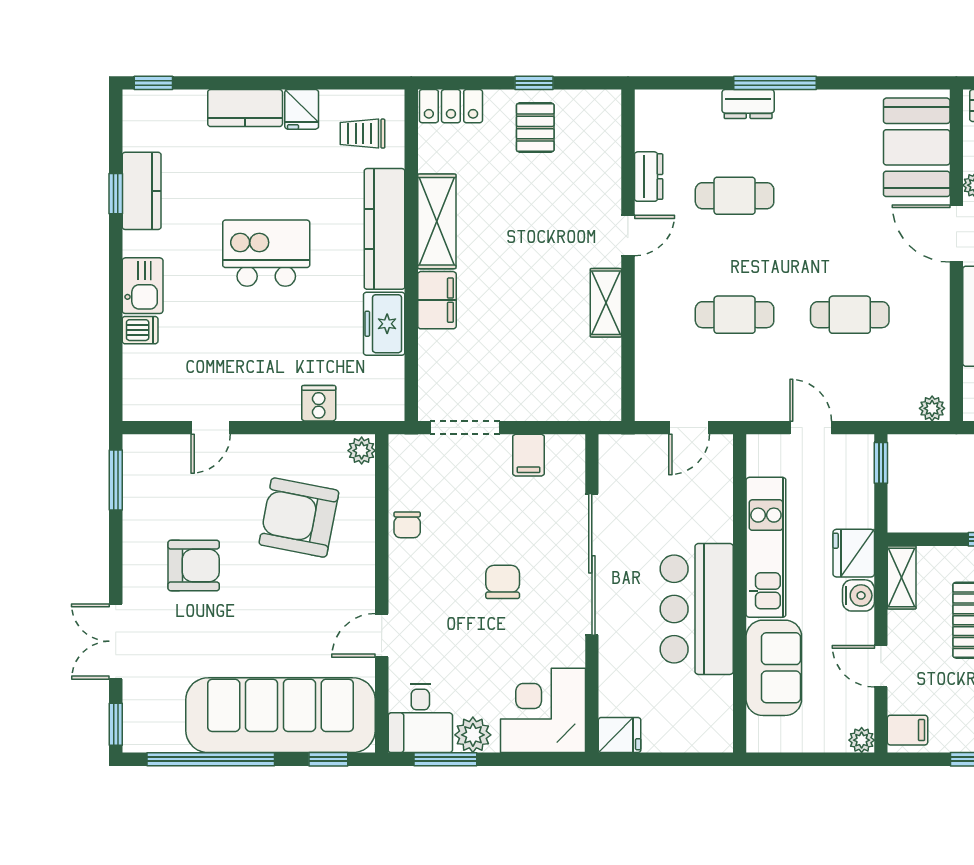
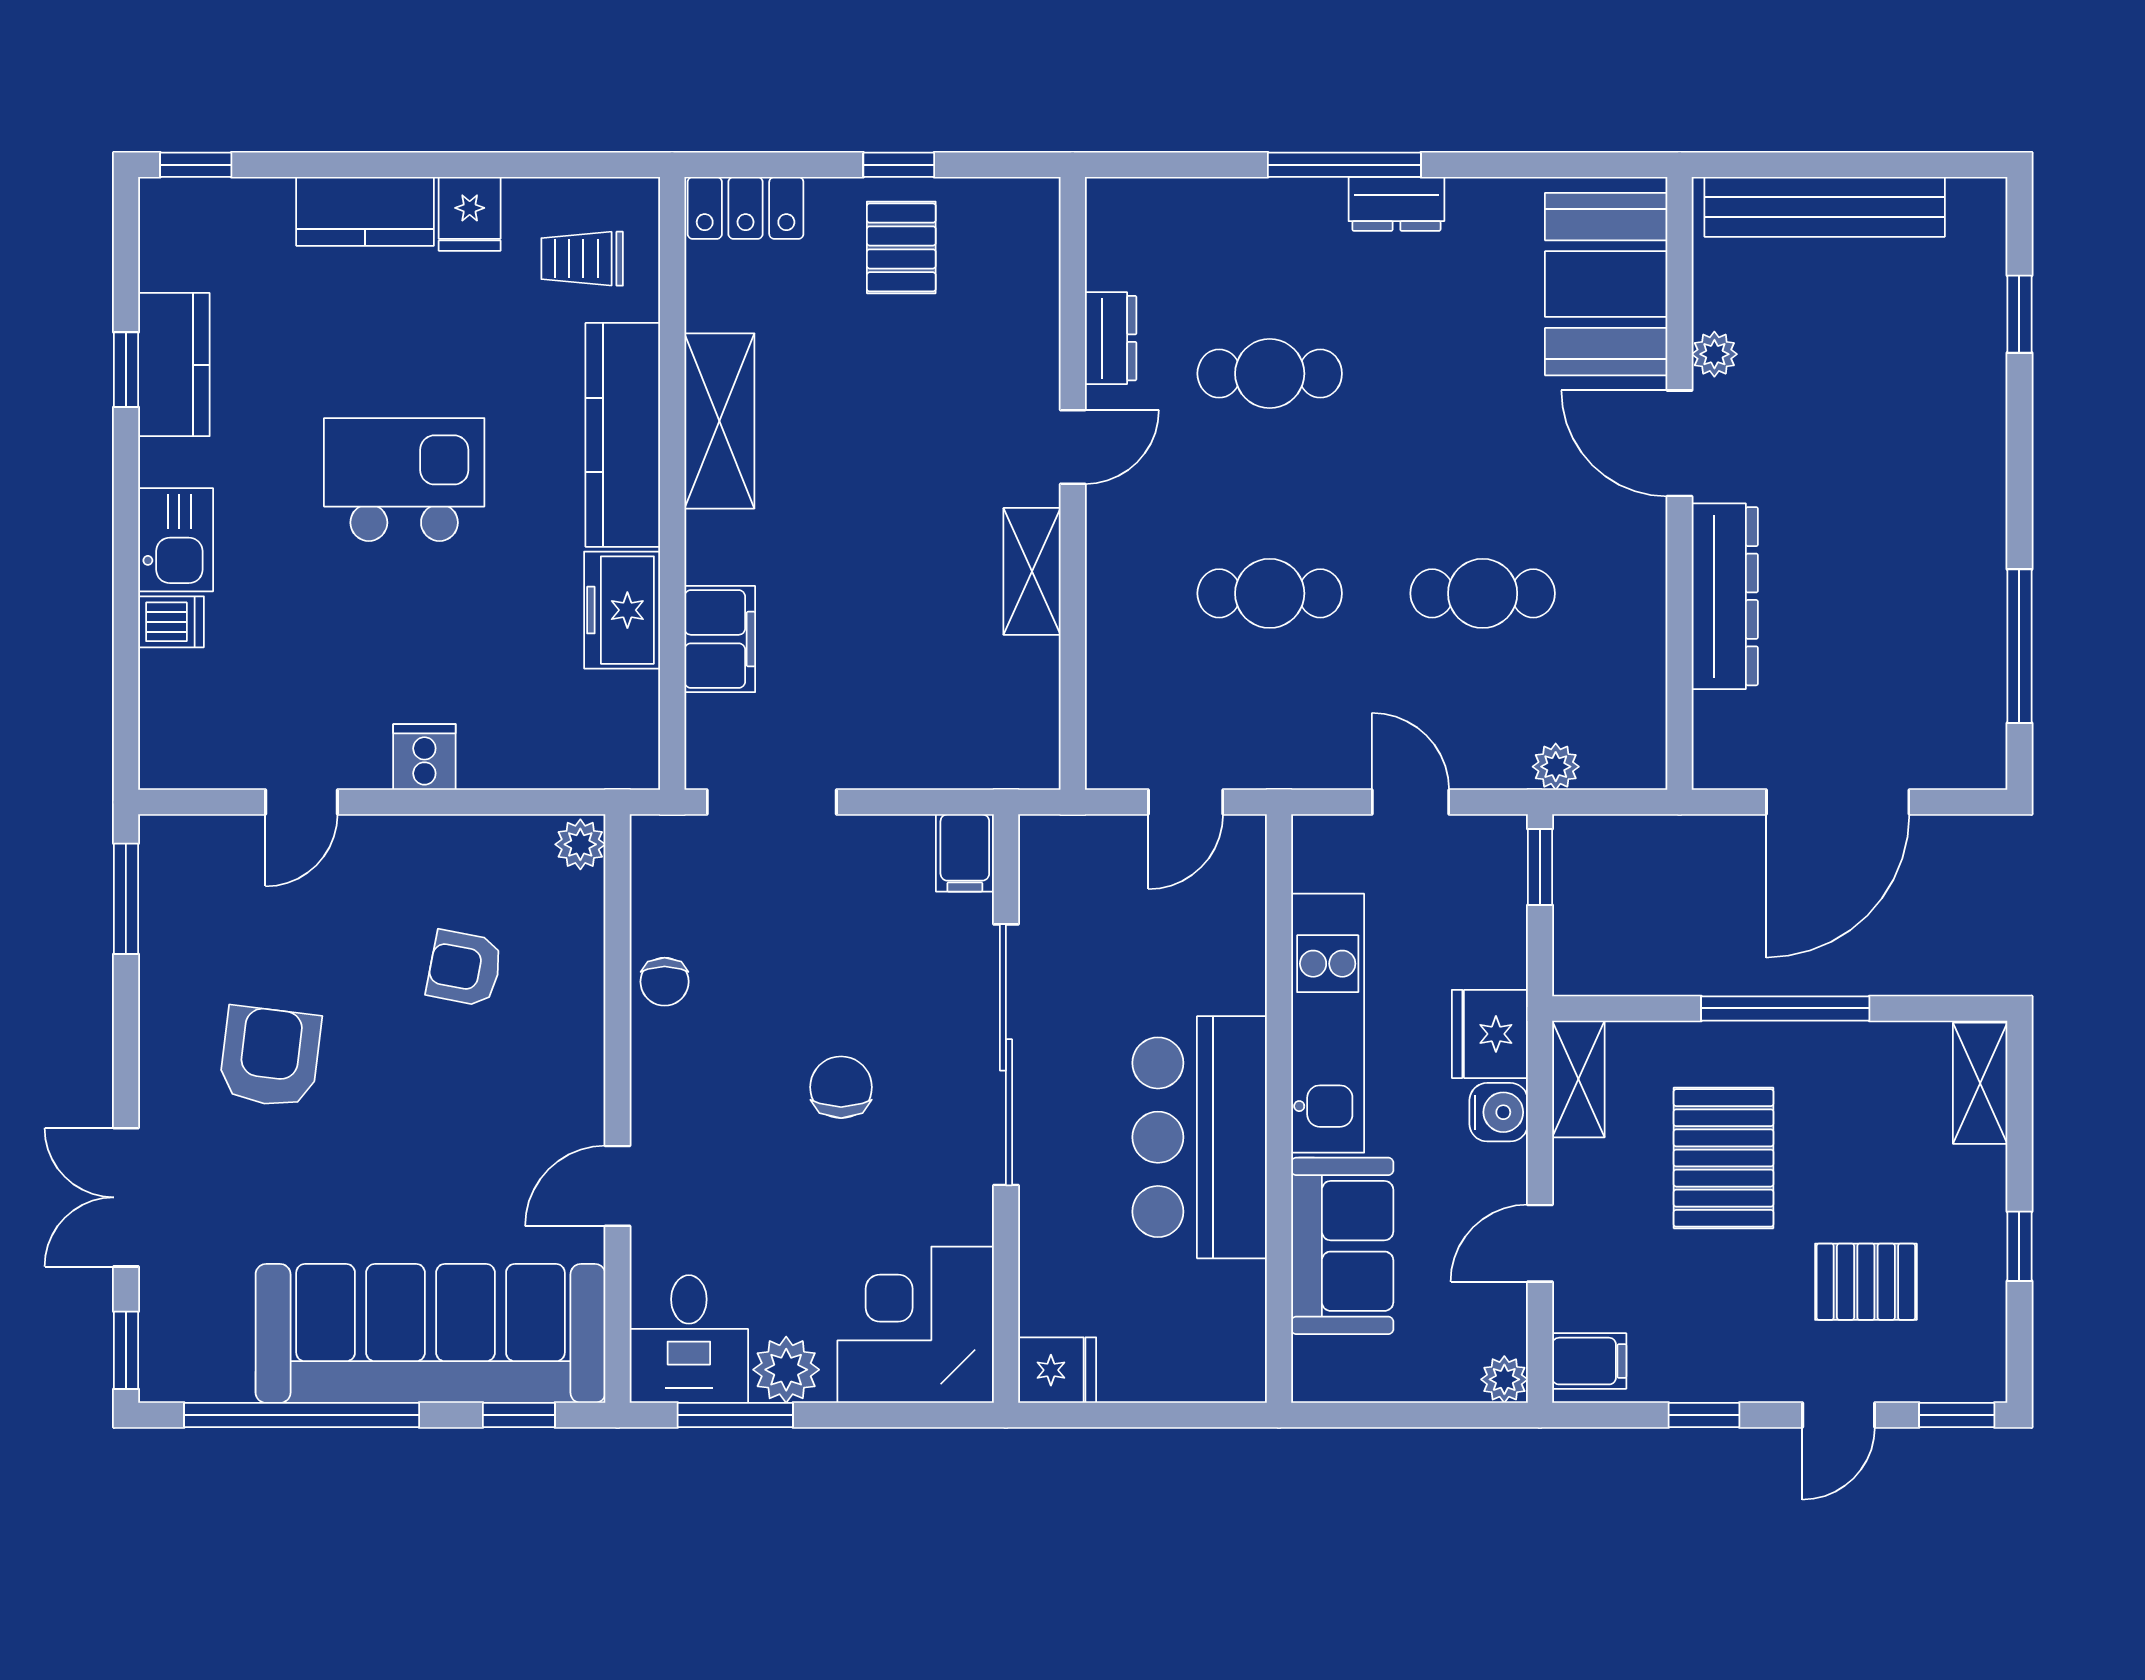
dresser: (748, 104) -> (1396, 204), moved
filing cabinet: (437, 300) -> (720, 639), moved
cooker: (319, 403) -> (424, 757), moved
plant: (932, 408) -> (1556, 767), moved
filing cabinet: (528, 455) -> (965, 853), moved
armchair: (299, 518) -> (465, 968), width x0.53, depth x0.53
armchair: (194, 566) -> (270, 1057), turned -83
door: (881, 666) -> (1540, 1243), hinge flipped

